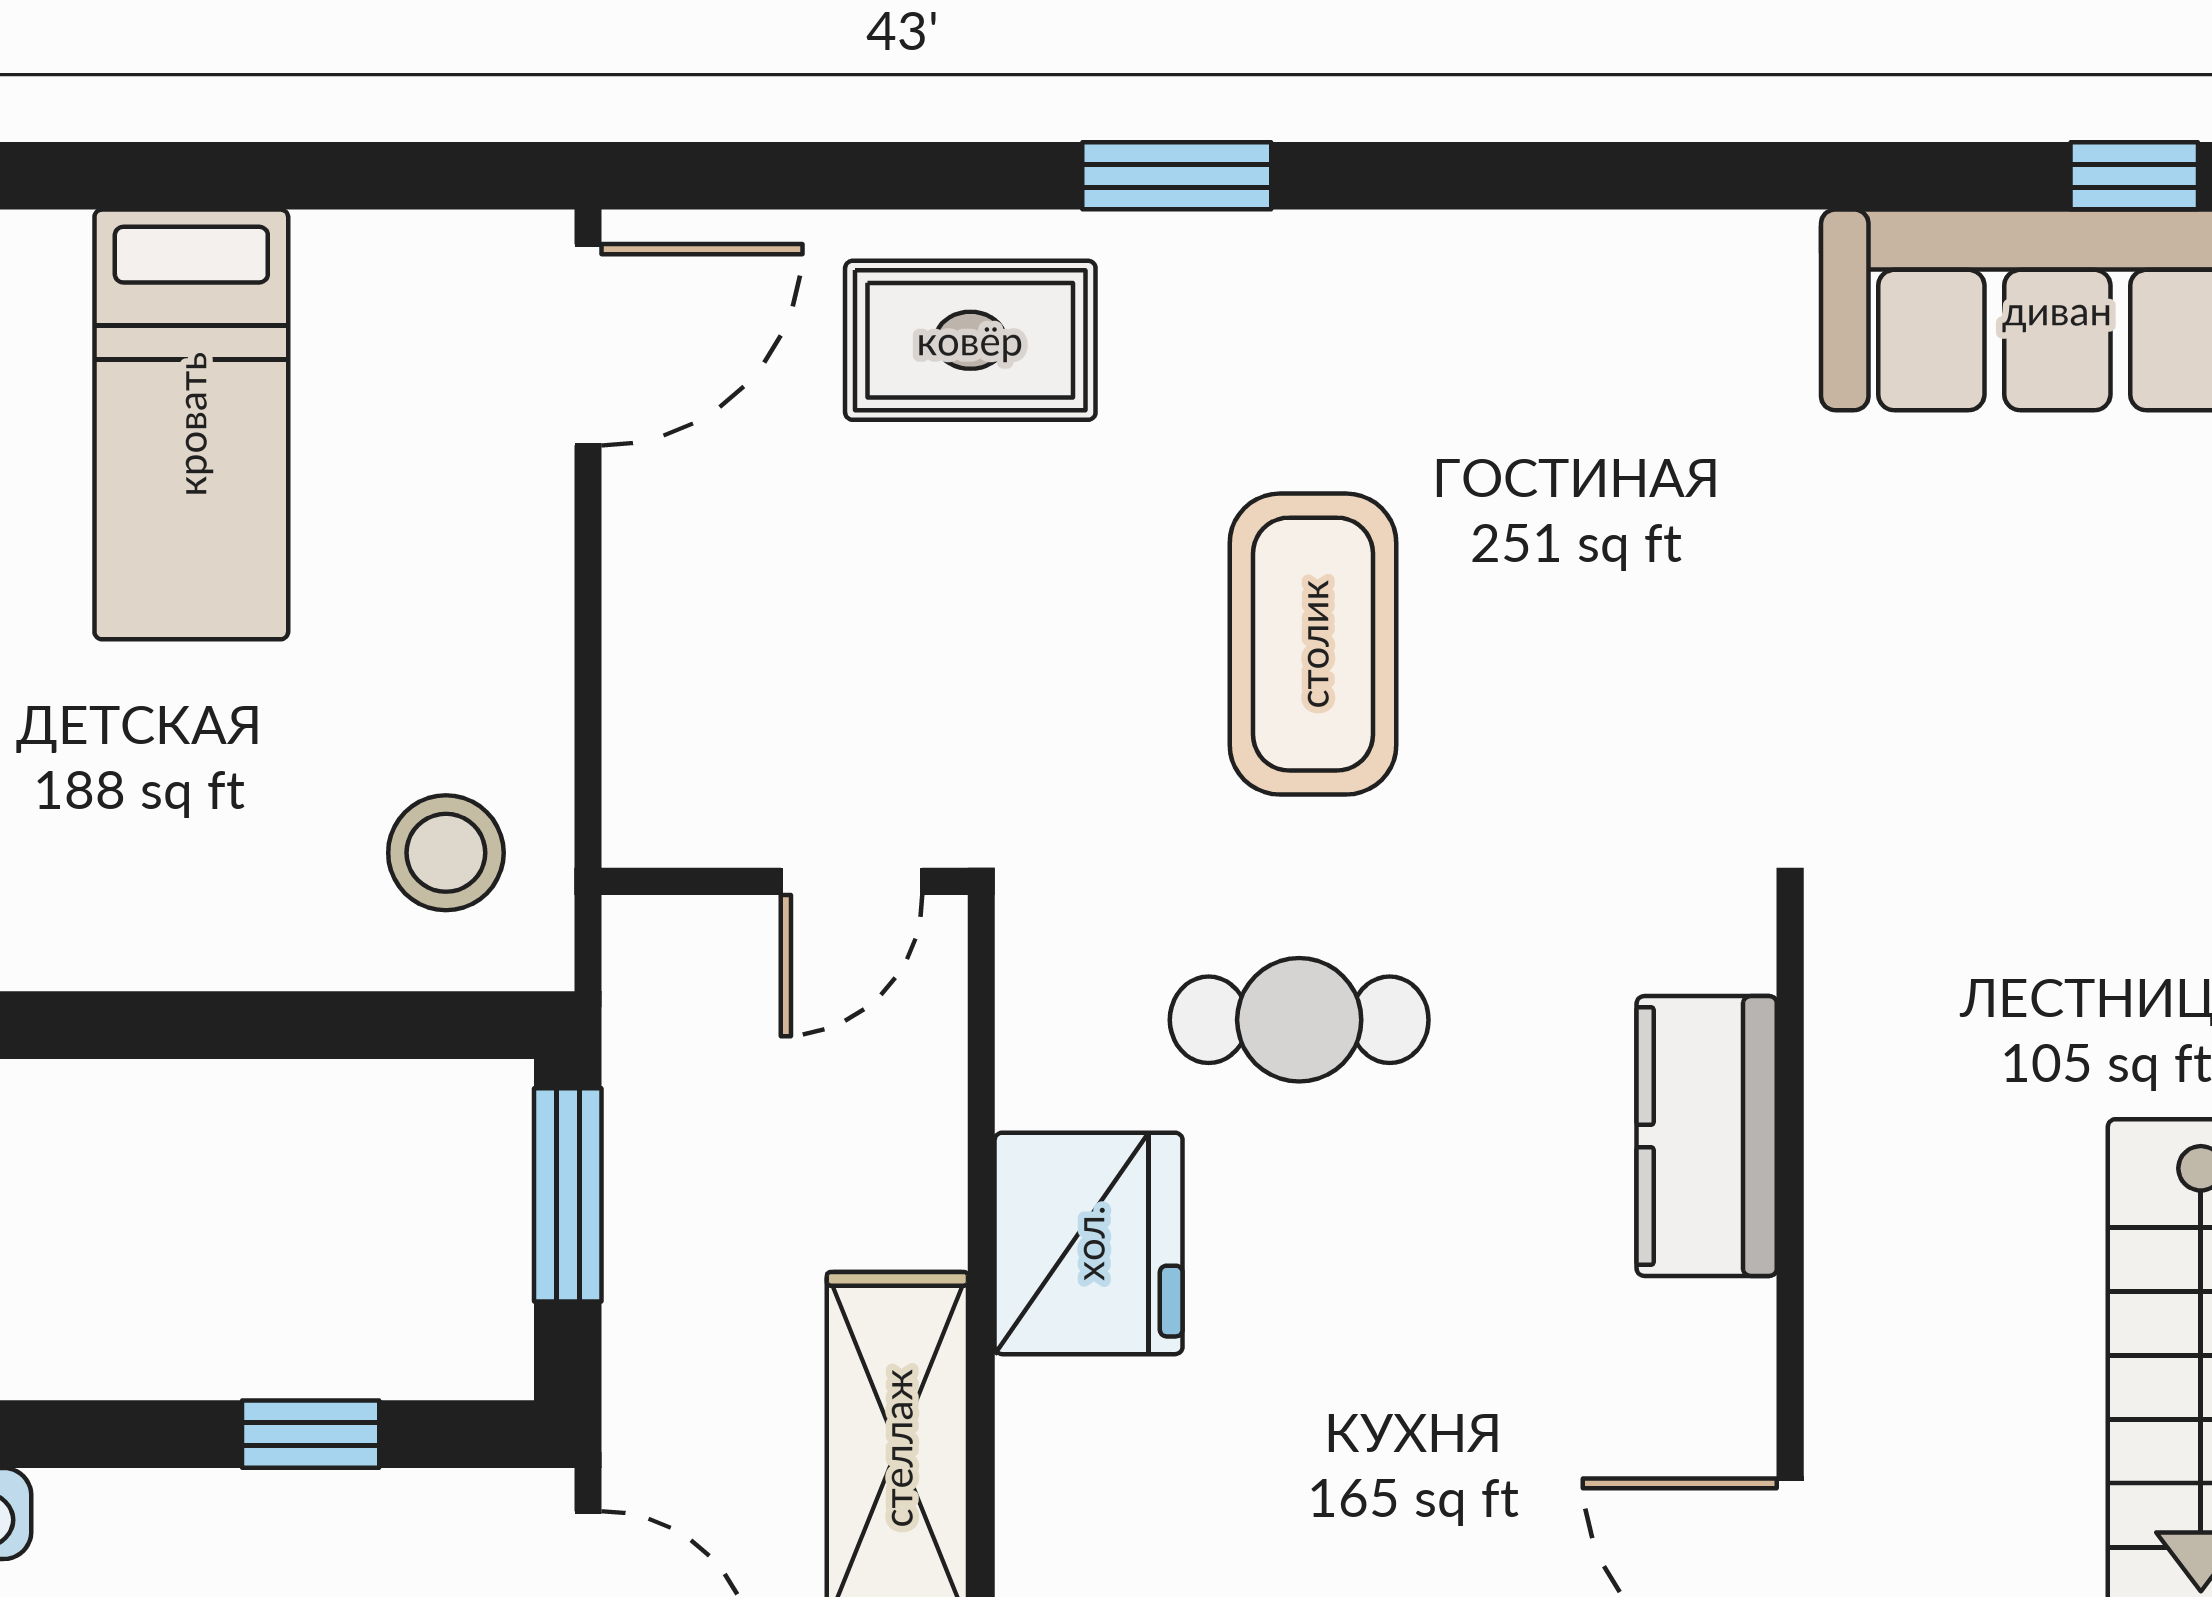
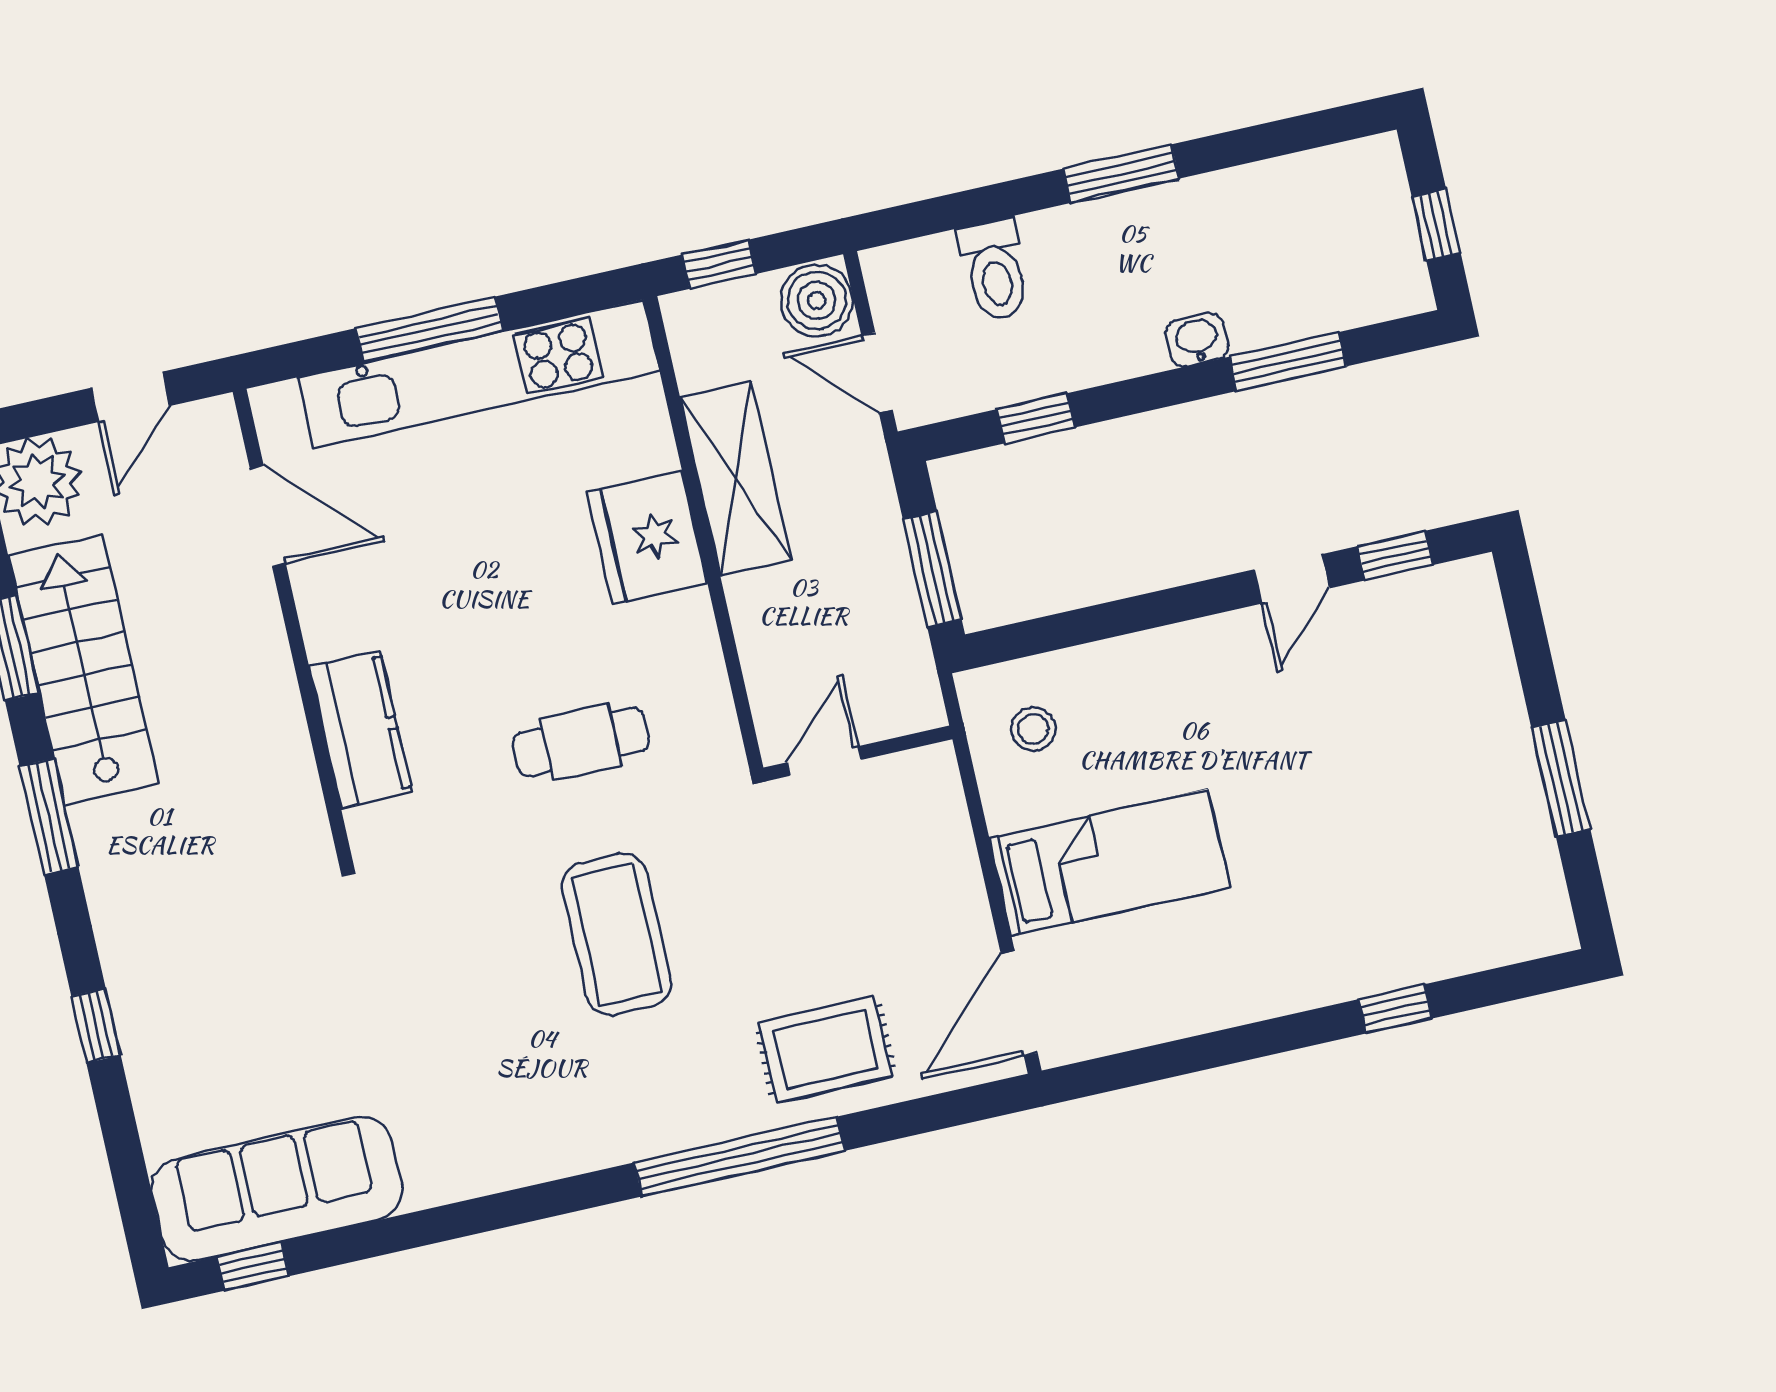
window: (1177, 176) -> (740, 1157), width x2.11
bed: (191, 424) -> (1109, 863), moved, turned 90
stool: (446, 853) -> (1033, 729), width x0.73, depth x0.73
fridge: (1089, 1243) -> (647, 538), moved

